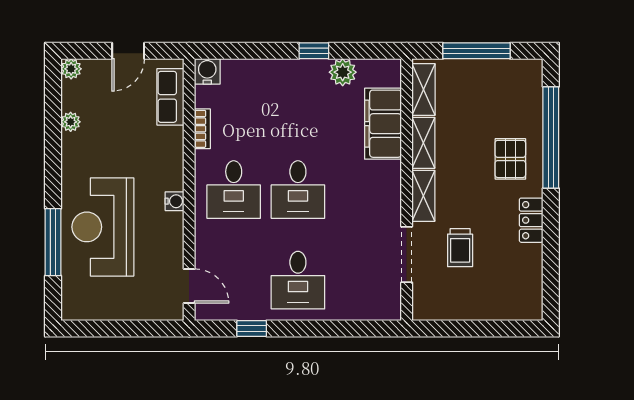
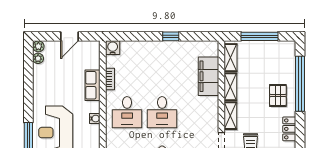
plant: (343, 72) -> (186, 48), removed
row of seats: (170, 97) -> (93, 85), moved
plant: (71, 122) -> (38, 58), moved

